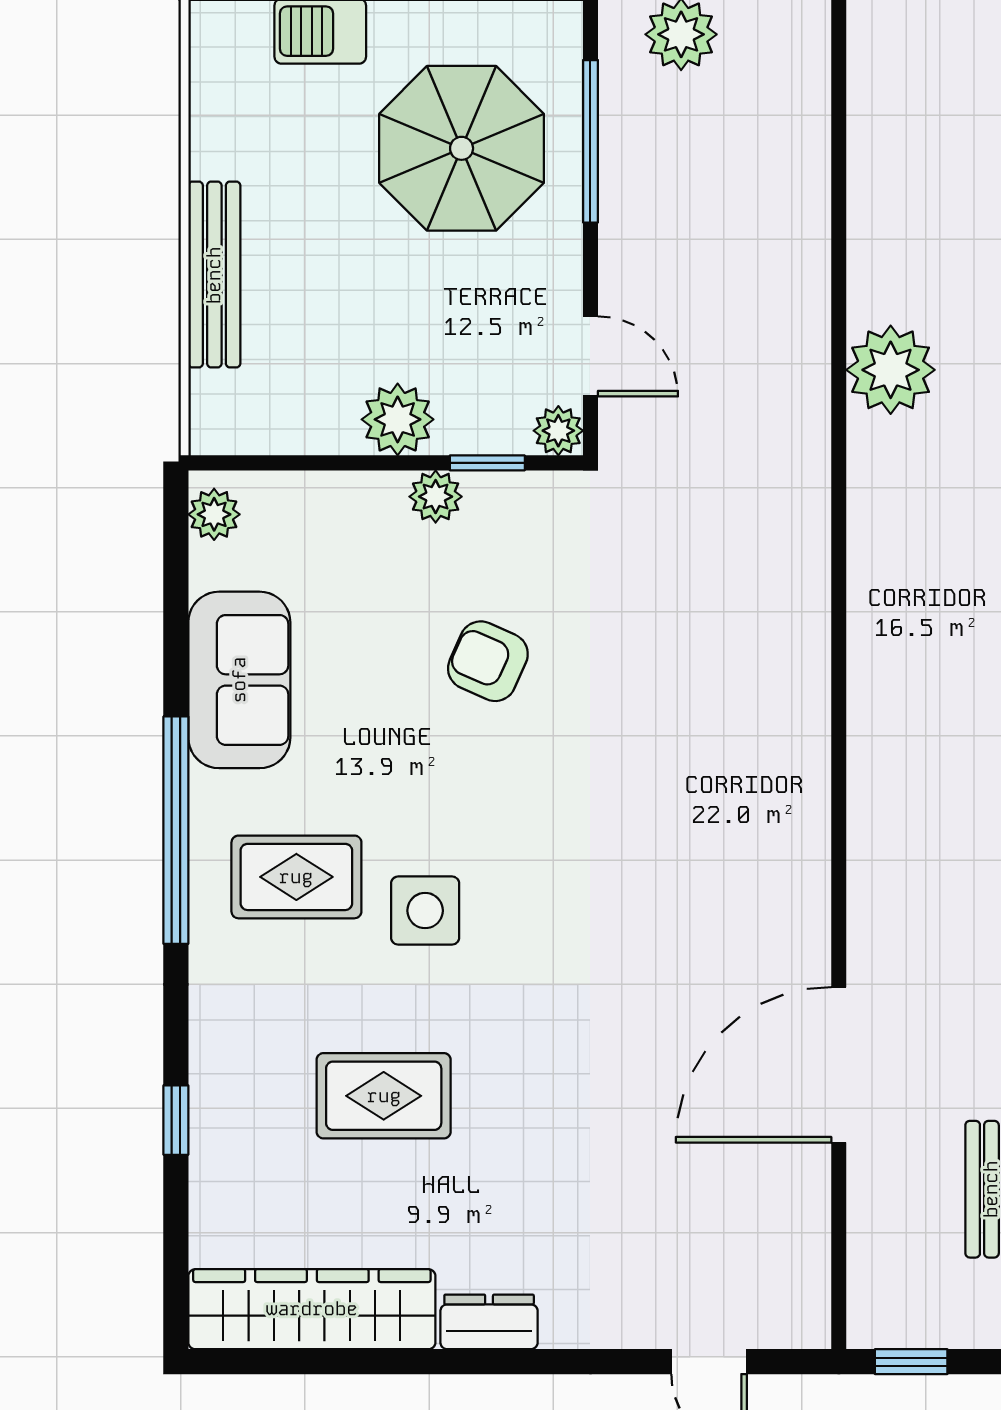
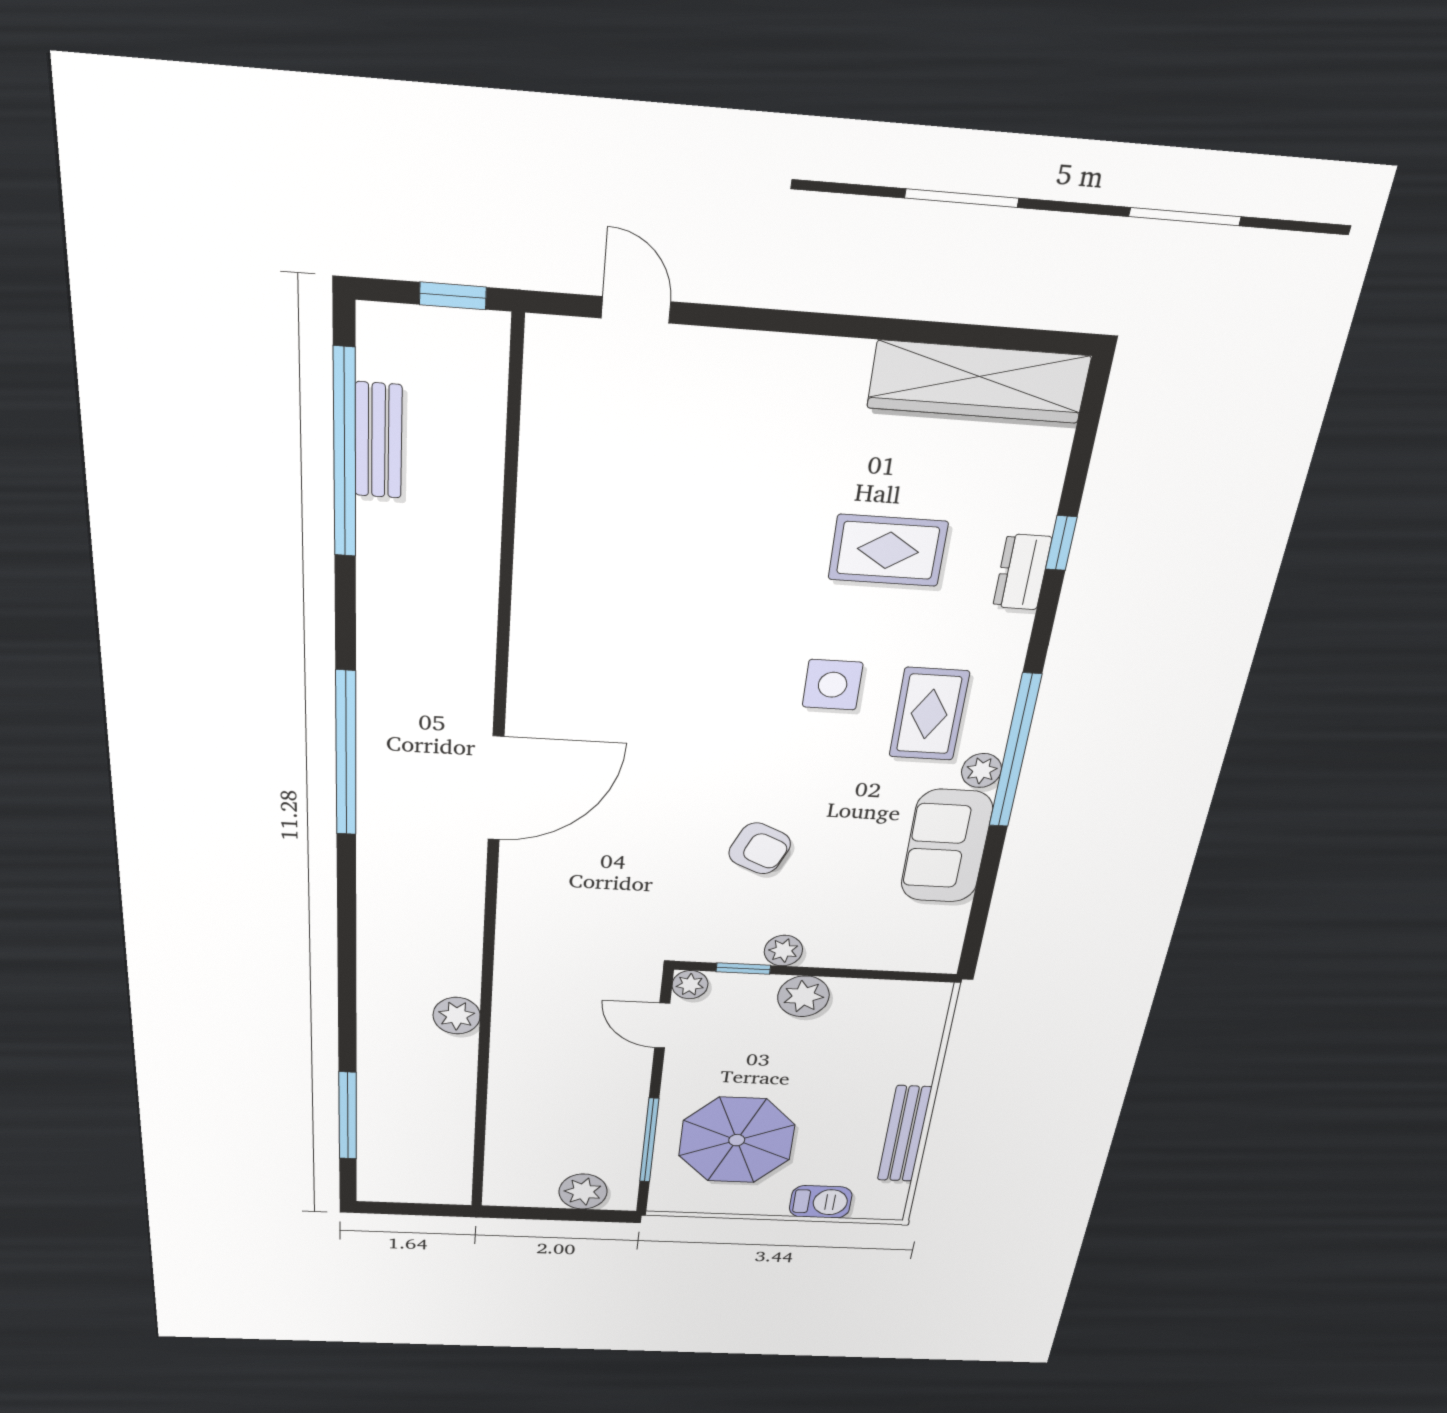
bench: (214, 275) -> (904, 1134), moved
plant: (891, 370) -> (457, 1016), width x0.73, depth x0.73
plant: (214, 514) -> (982, 771), moved
rug: (296, 877) -> (929, 714), turned 90
door: (839, 1065) -> (496, 788), moved
dresser: (489, 1322) -> (1022, 572), moved, turned 90

